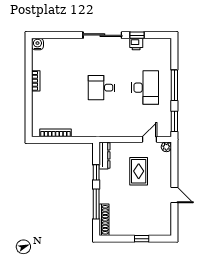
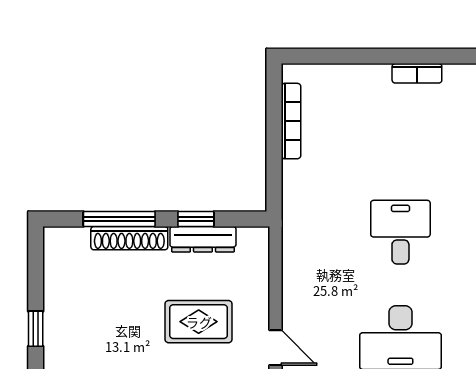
dresser: (104, 155) -> (203, 239), moved
shoe rack: (104, 220) -> (129, 238), moved

